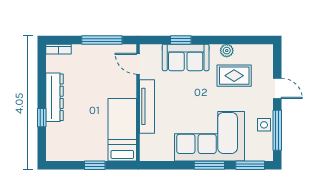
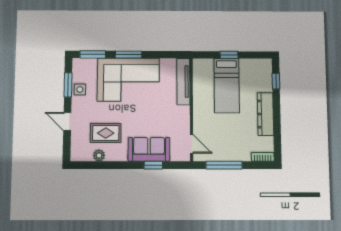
plant: (227, 51) -> (99, 155), moved
tv unit: (147, 106) -> (183, 82), moved
window: (42, 118) -> (276, 81), moved
bed: (122, 130) -> (227, 86), moved
window: (277, 130) -> (68, 85), width x0.69

